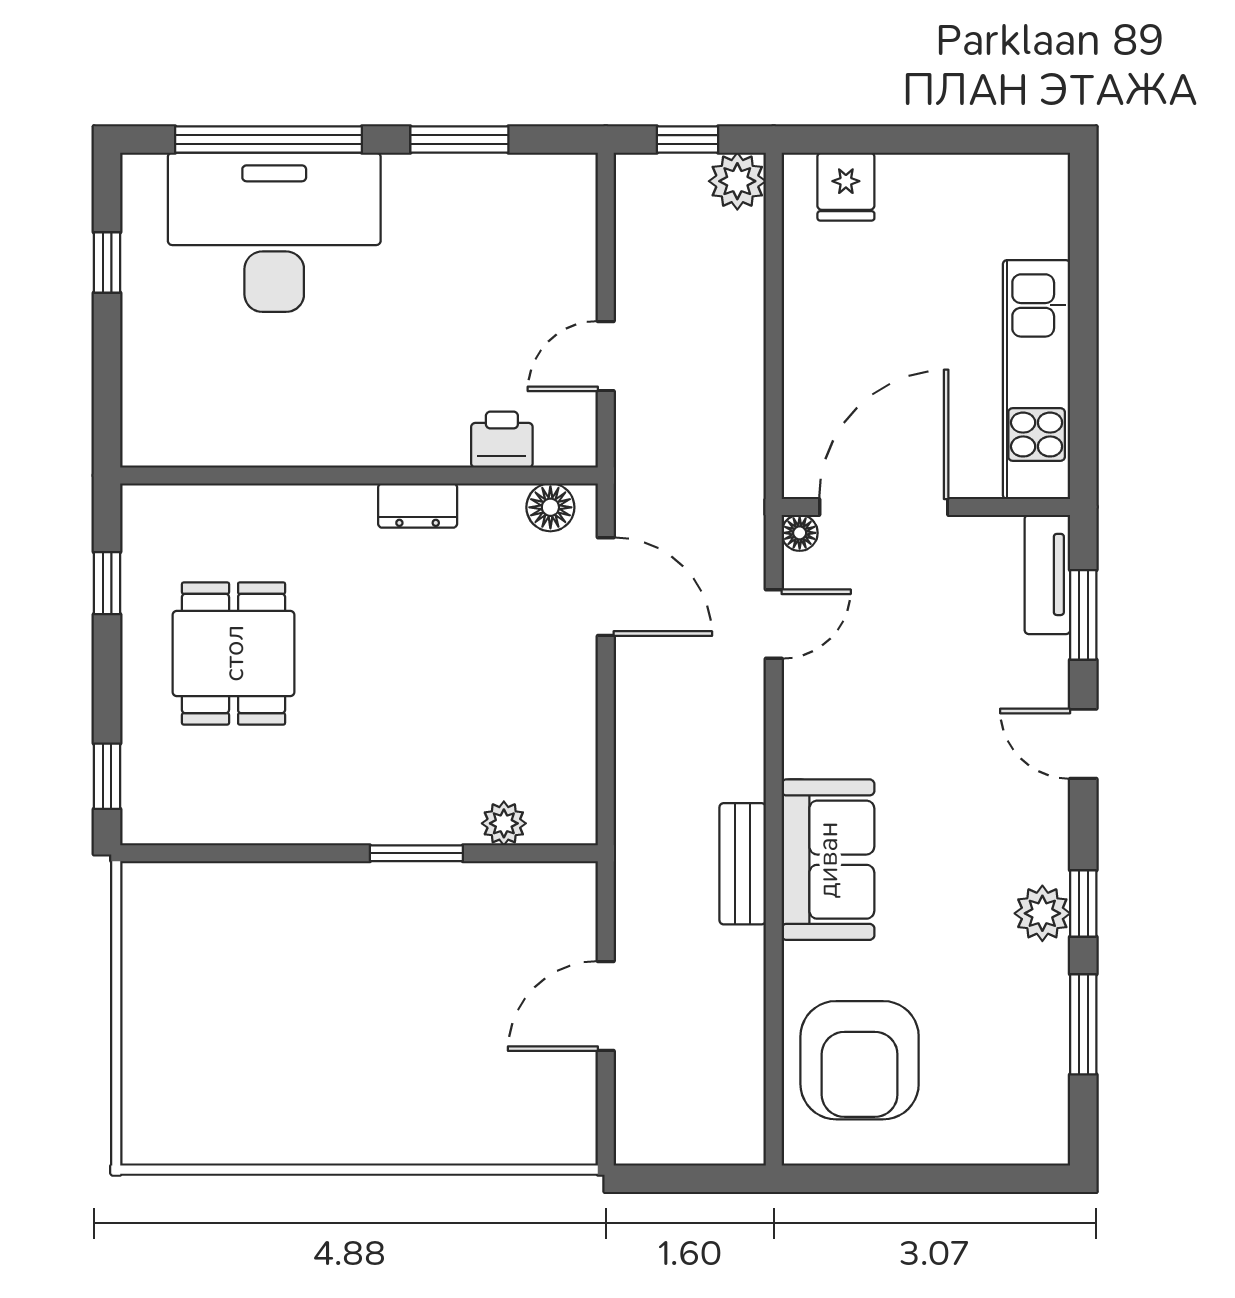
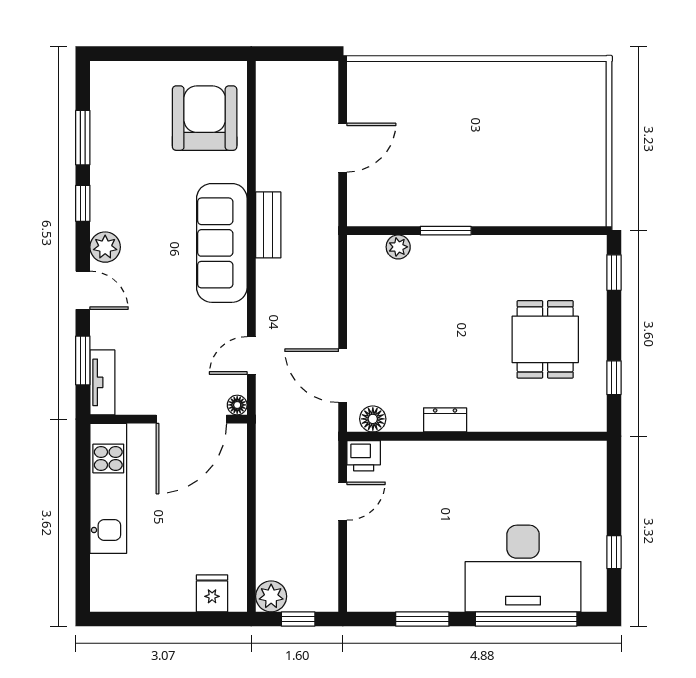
printer: (502, 440) -> (364, 456), moved
sofa: (828, 860) -> (222, 243), width x1.36
plant: (1042, 913) -> (105, 247), moved

